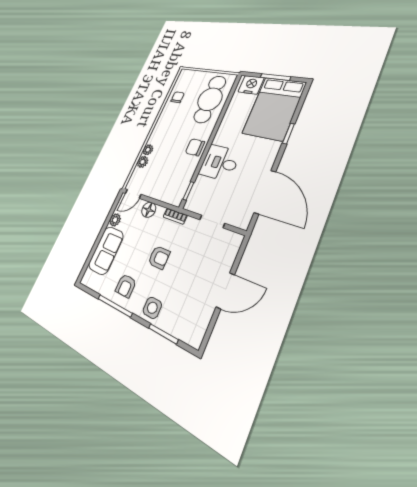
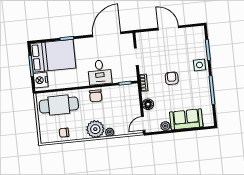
plant: (143, 162) -> (95, 129), moved, width x1.87, depth x1.87
door: (133, 194) -> (143, 123), swing flipped
armchair: (126, 286) -> (198, 90), removed

